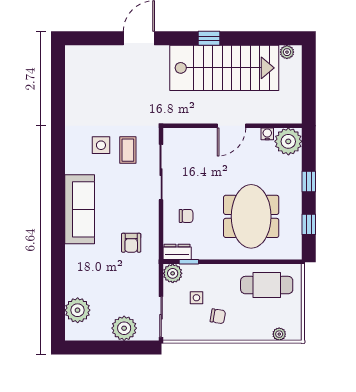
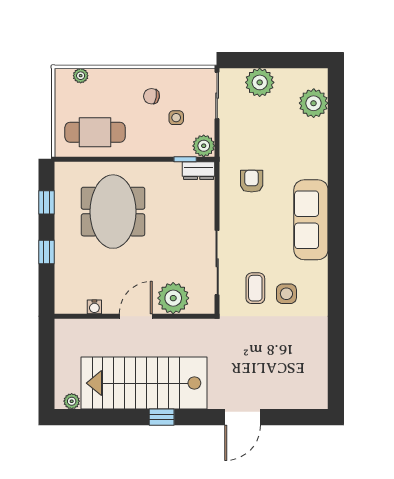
plant: (288, 141) -> (173, 298), moved
chair: (186, 216) -> (188, 212), removed

